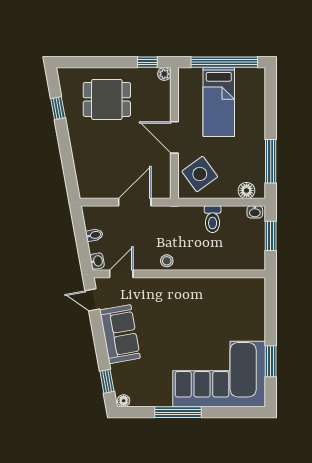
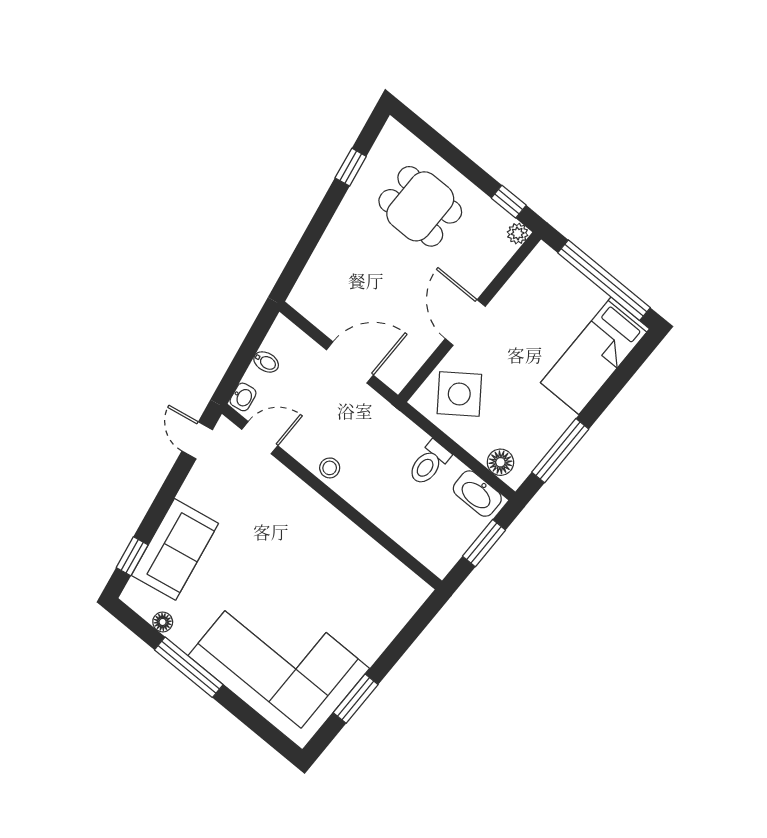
bed: (219, 102) -> (595, 356), moved
washbasin: (255, 212) -> (477, 494), width x1.91, depth x1.45
sofa: (120, 334) -> (175, 549), moved
floor lamp: (124, 401) -> (163, 622), moved

